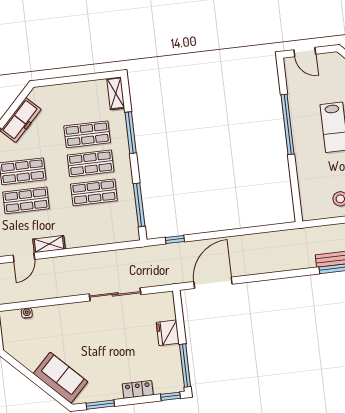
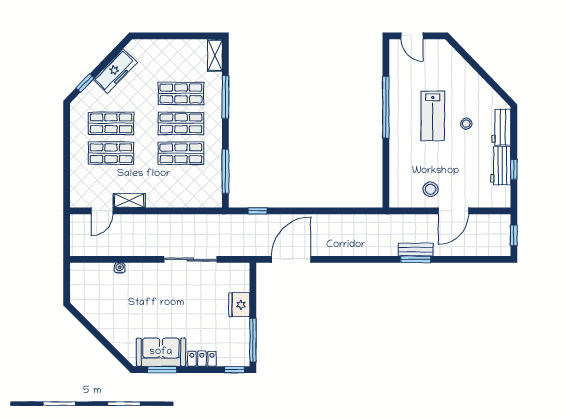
water cooler: (27, 313) -> (120, 268), moved
sofa: (60, 378) -> (161, 352), moved, turned -45

